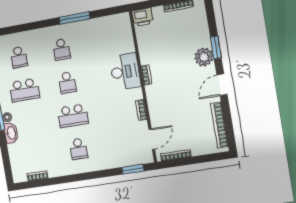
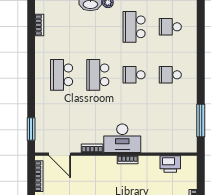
printer: (143, 17) -> (170, 164), moved, turned -90
window: (75, 18) -> (201, 121), moved
desk: (125, 72) -> (122, 138), moved
school desk: (79, 149) -> (62, 75), width x1.85

